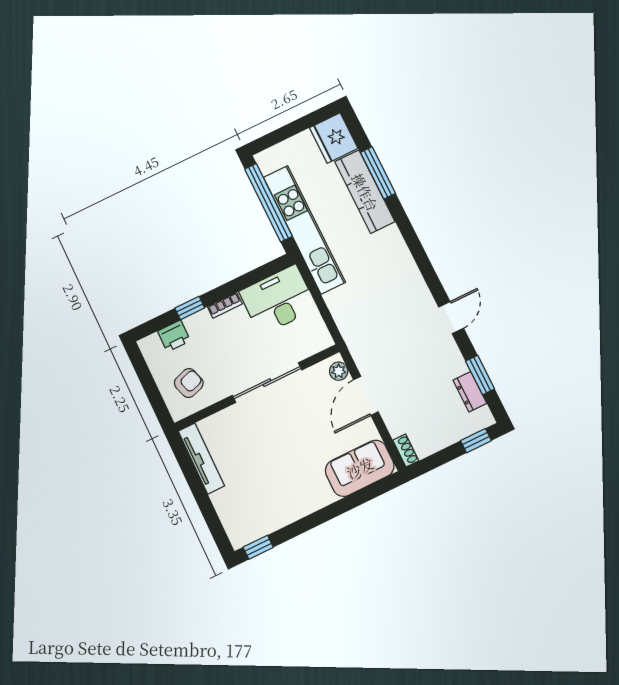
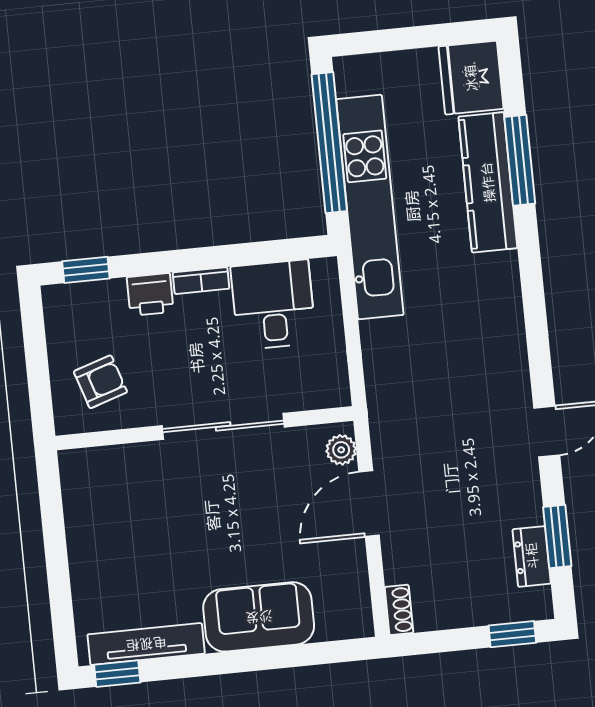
desk: (278, 300) -> (273, 305), width x0.73
window: (190, 308) -> (86, 270), moved
printer: (174, 336) -> (150, 294), moved
tv unit: (201, 458) -> (146, 644), moved, turned -90
sofa: (360, 468) -> (259, 617), moved

